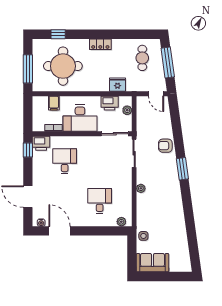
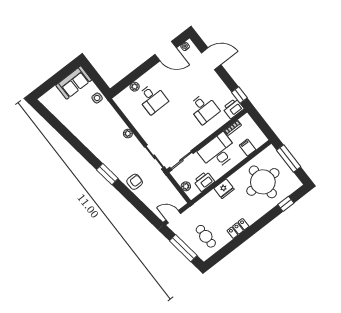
locker: (100, 44) -> (238, 228), moved
fridge: (118, 85) -> (224, 189), moved
plant: (121, 222) -> (135, 87), moved

